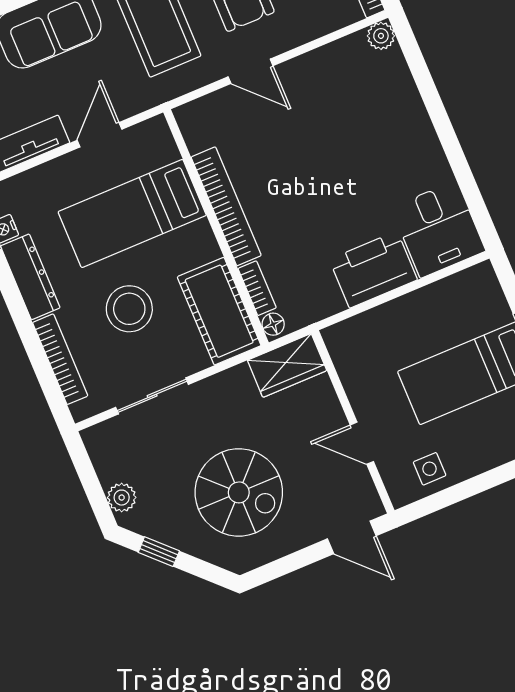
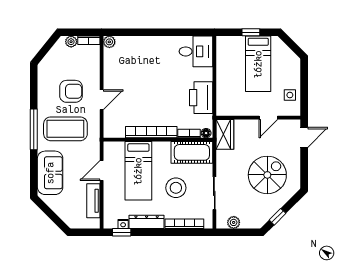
door: (100, 135) -> (102, 170), hinge flipped
printer: (373, 270) -> (201, 98), moved
plant: (122, 498) -> (234, 222), moved

